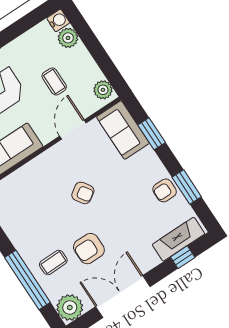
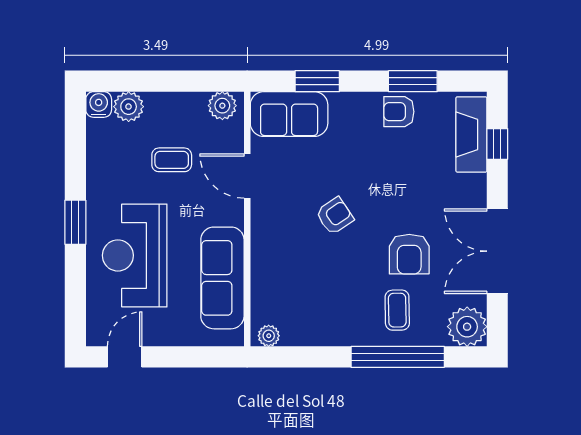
armchair: (165, 190) -> (399, 112), turned 90

